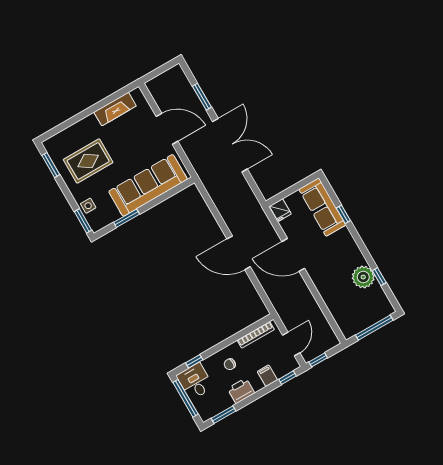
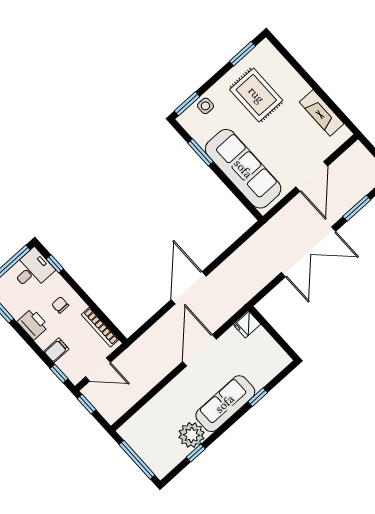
sofa: (322, 207) -> (225, 404), moved

